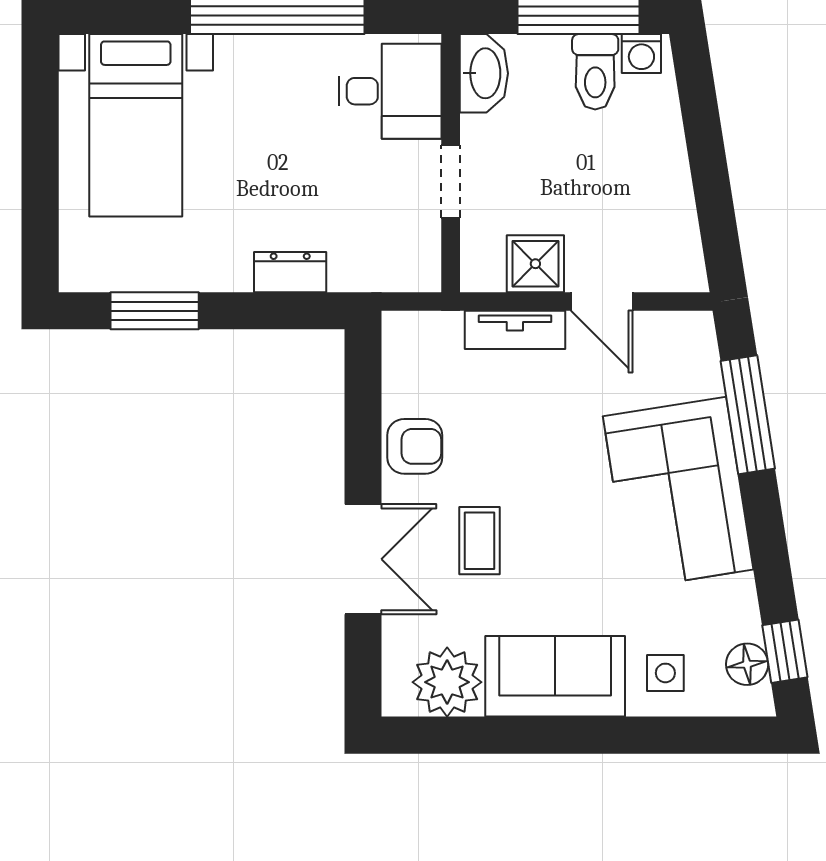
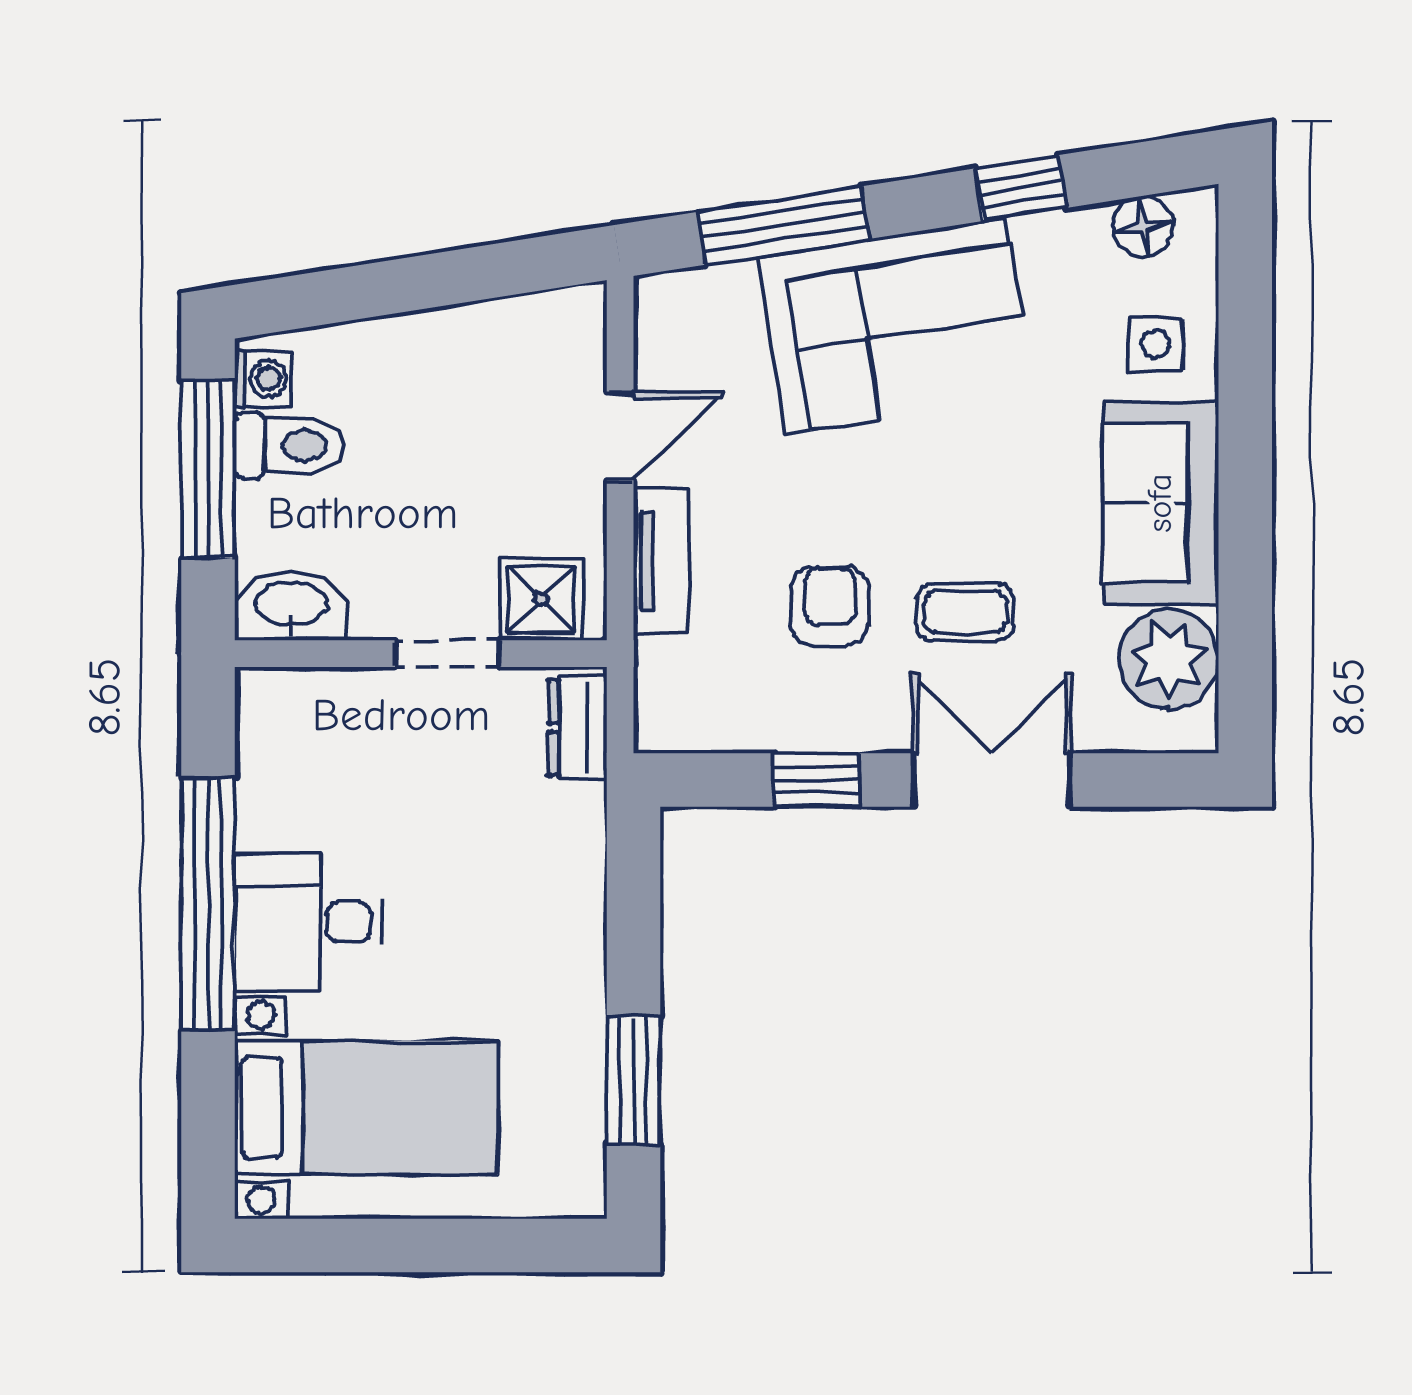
desk: (390, 91) -> (309, 922), moved, turned -90
shower: (535, 264) -> (542, 599), moved
dresser: (290, 272) -> (578, 728), moved
window: (363, 438) -> (817, 780), added
armchair: (415, 446) -> (830, 606), moved
window: (785, 651) -> (1021, 188), moved

